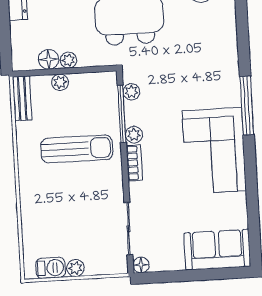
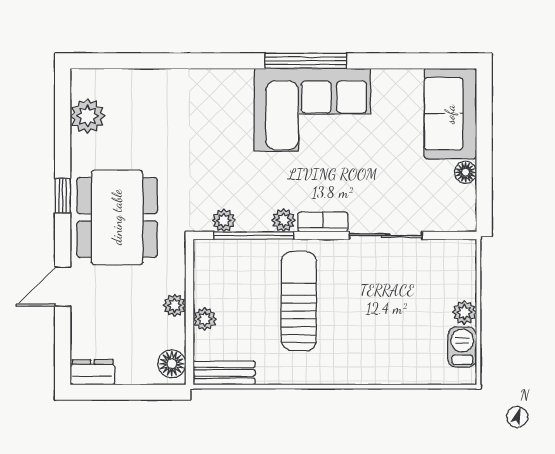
floor lamp: (49, 59) -> (172, 364), moved
window: (247, 105) -> (306, 61), moved
sliding door: (128, 229) -> (386, 236), moved
floor lamp: (141, 265) -> (465, 172), moved

